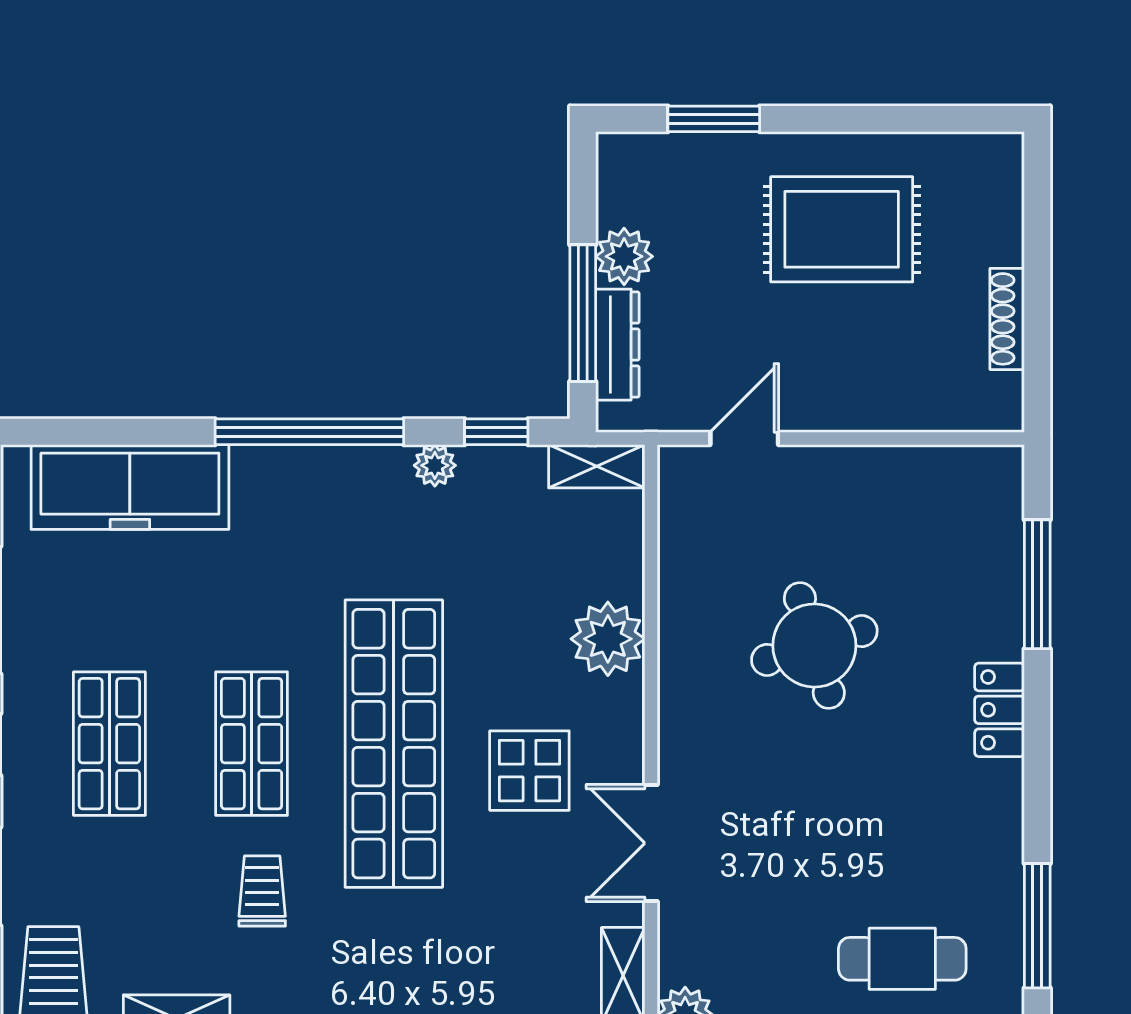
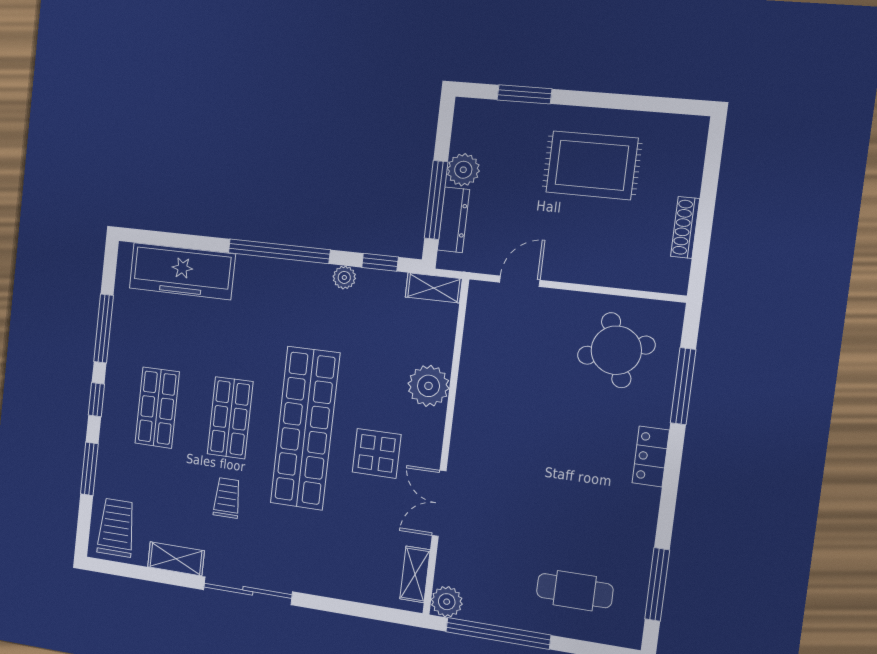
round table: (814, 645) -> (616, 350), moved

